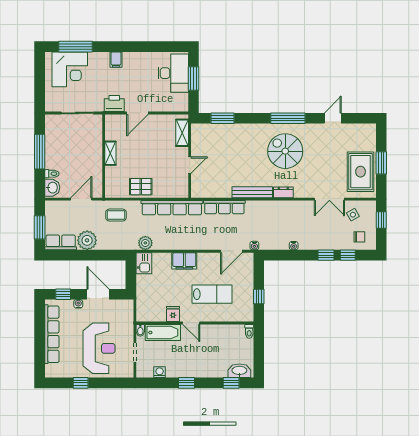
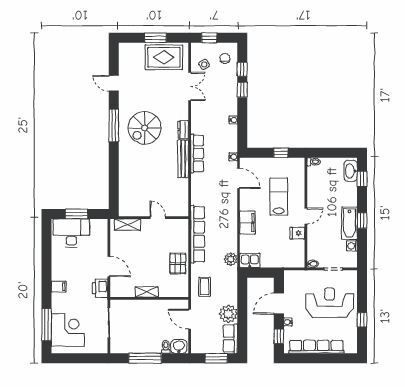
window: (222, 118) -> (114, 187), removed
row of seats: (224, 207) -> (197, 153), moved
bathtub: (163, 332) -> (349, 223), moved, turned 180

